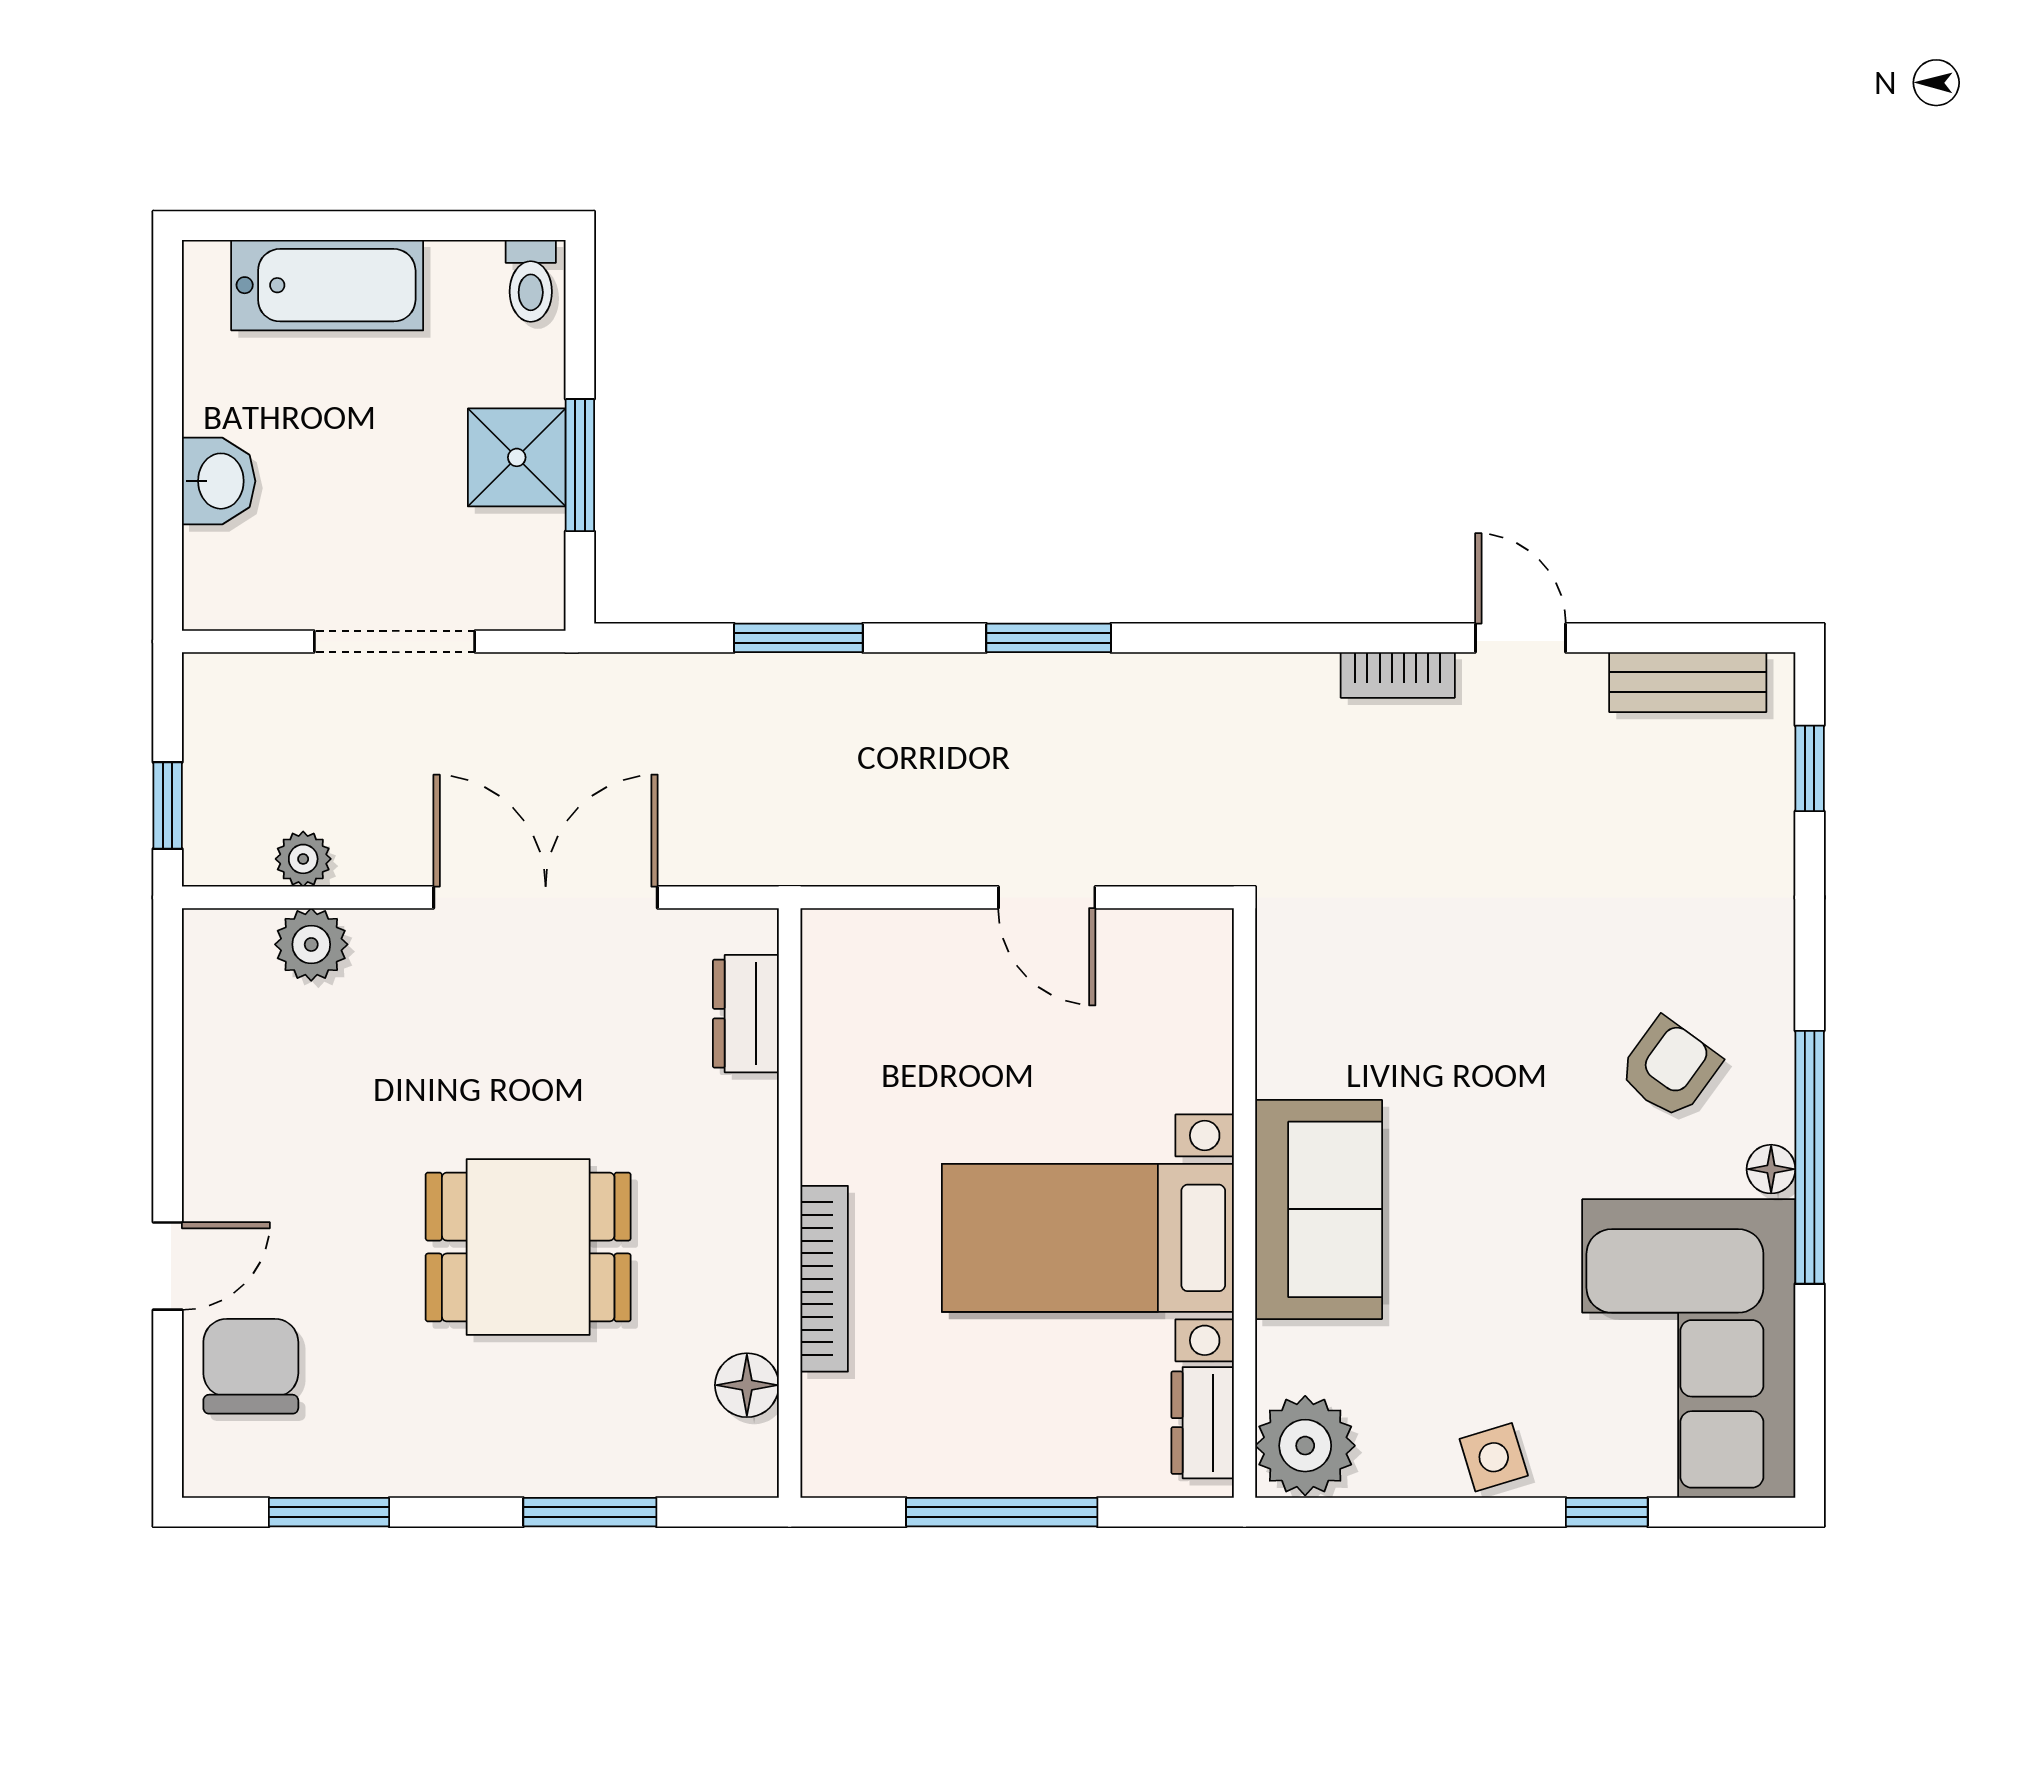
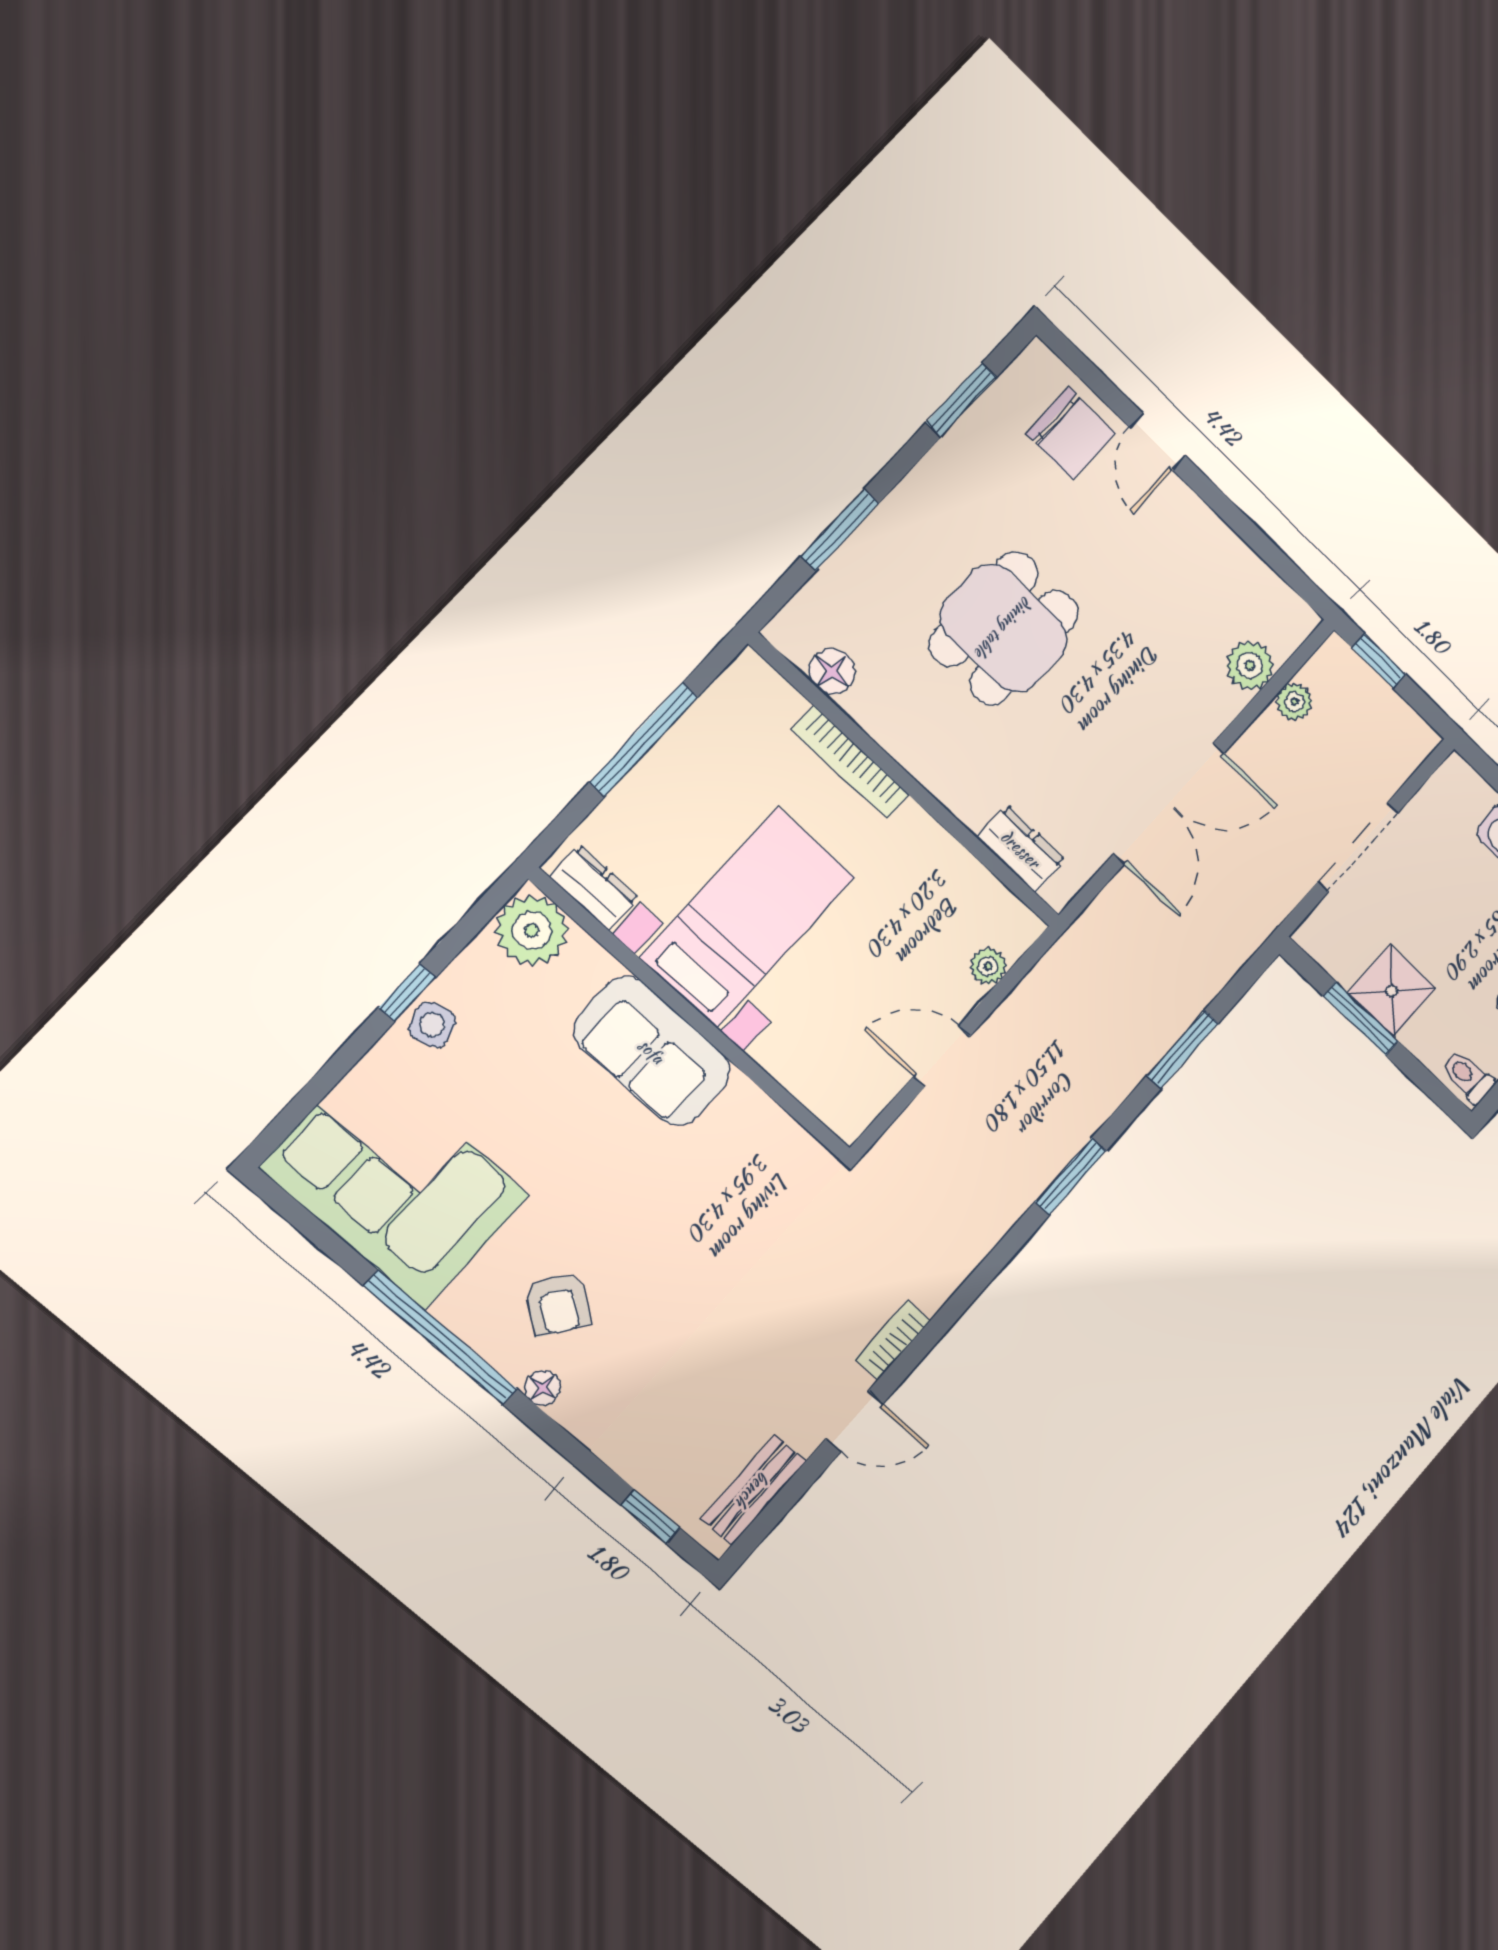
plant: (905, 935) -> (988, 966), added
floor lamp: (1771, 1169) -> (543, 1388), moved
window: (1607, 1512) -> (407, 992), moved

